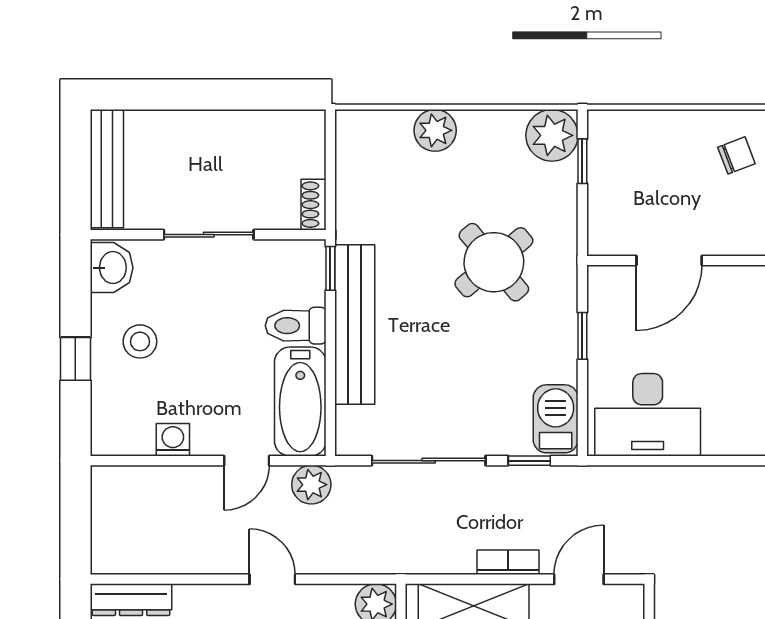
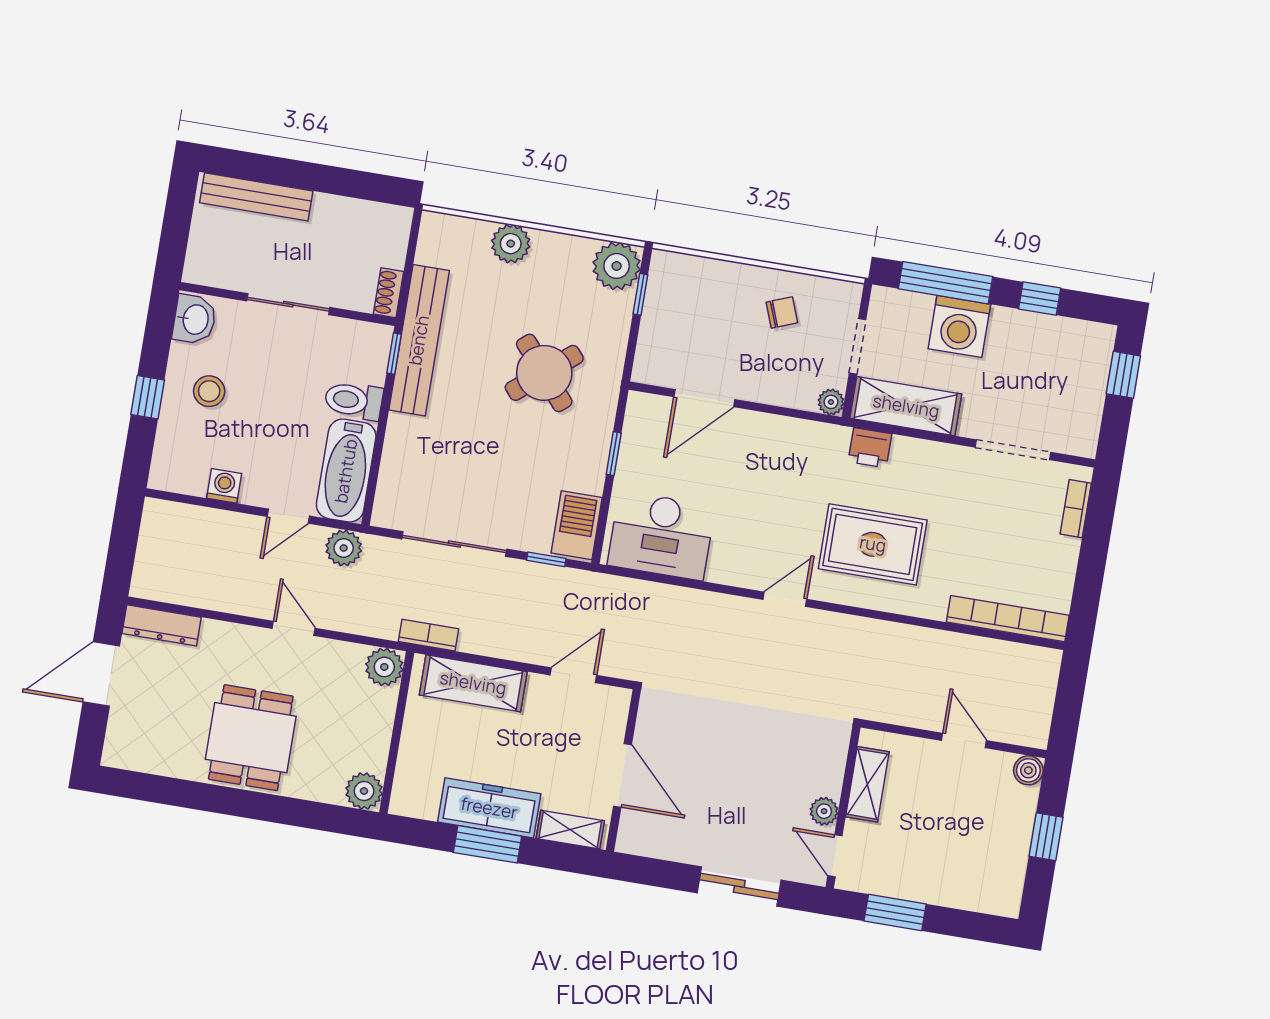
bench: (107, 169) -> (256, 197), moved, turned 90
bench: (355, 324) -> (419, 340), moved
bookcase: (508, 562) -> (428, 635), moved

